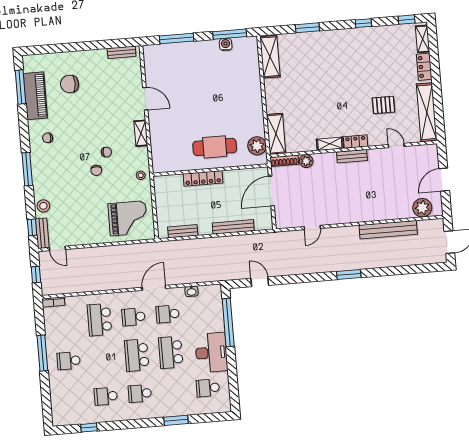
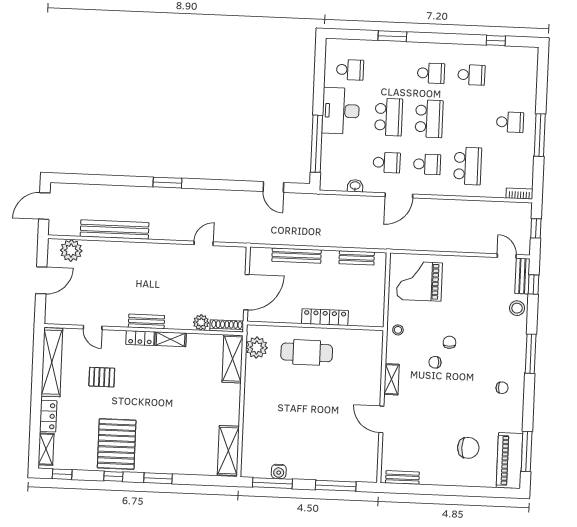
window: (307, 28) -> (158, 478), moved
pallet: (364, 51) -> (117, 444), added
piano: (35, 96) -> (509, 461), moved

